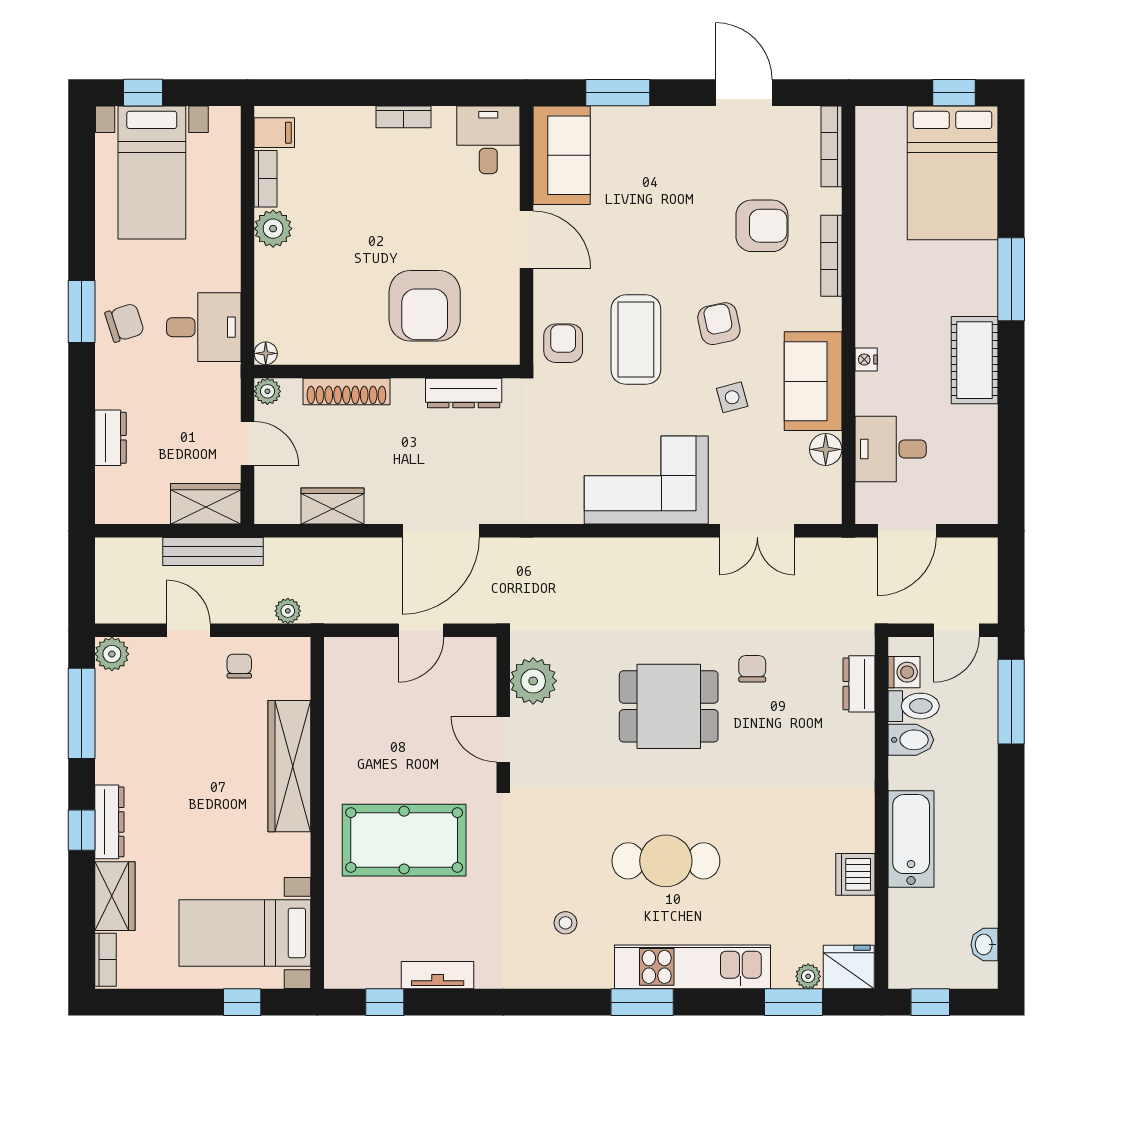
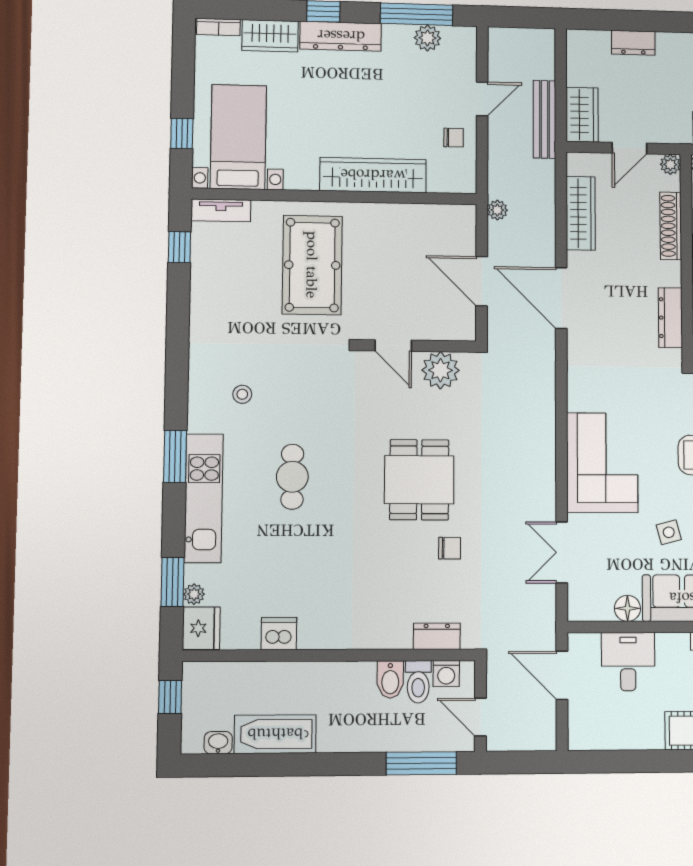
wardrobe: (333, 506) -> (581, 213), width x1.50
plant: (288, 611) -> (497, 210), moved
door: (421, 630) -> (482, 281), width x1.38
plant: (112, 654) -> (427, 38), moved
door: (503, 739) -> (393, 346), swing flipped
dresser: (109, 822) -> (341, 36), width x1.37, depth x1.24
bathtub: (911, 839) -> (275, 734), moved, turned 180
cafe table: (666, 861) -> (292, 477), width x0.73, depth x0.74
tv unit: (438, 975) -> (221, 210), moved, turned 90

